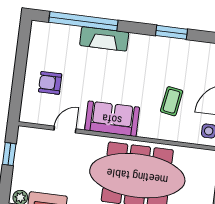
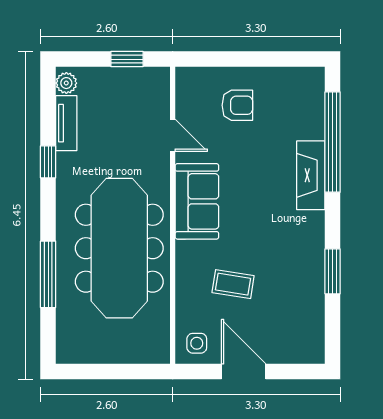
armchair: (50, 83) -> (237, 105), turned 90

